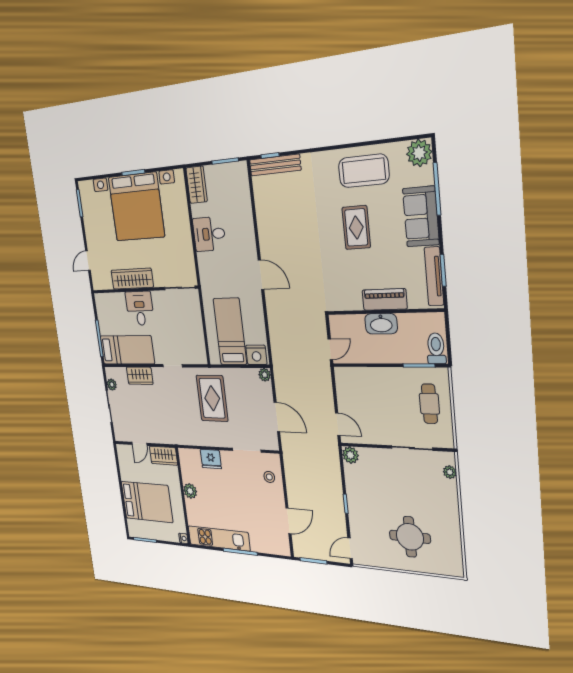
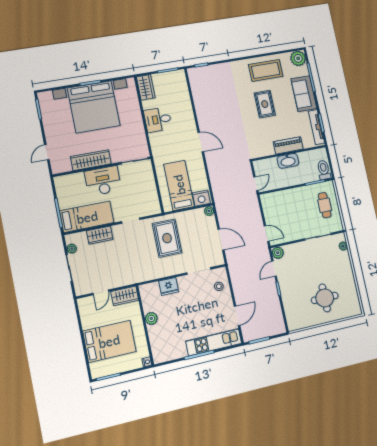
bench: (275, 165) -> (205, 71), removed
desk: (140, 308) -> (103, 181), width x1.37
kitchen unit: (219, 538) -> (214, 342), moved
door: (350, 548) -> (274, 269), moved

